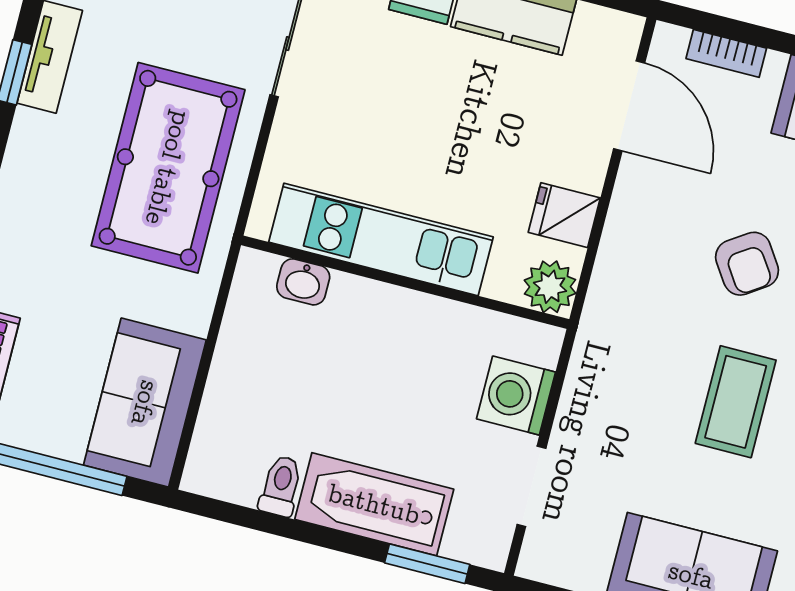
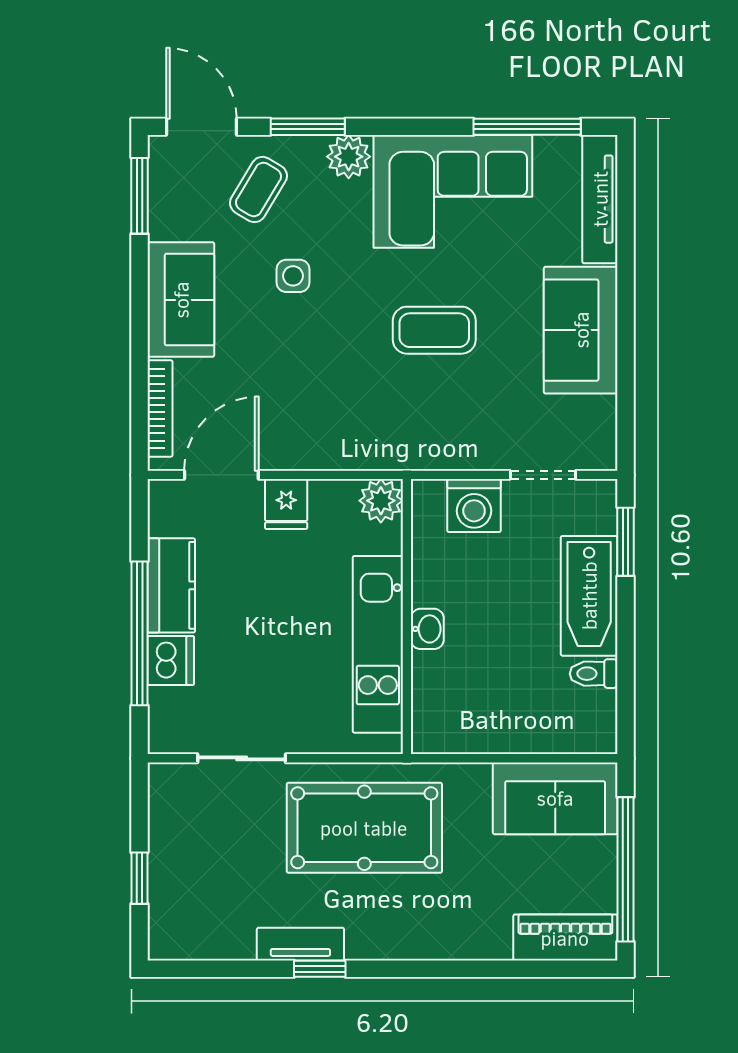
bookcase: (726, 53) -> (160, 408), width x1.56
fridge: (564, 215) -> (286, 504), moved
armchair: (747, 264) -> (323, 349), removed
washbasin: (303, 282) -> (427, 629), moved

